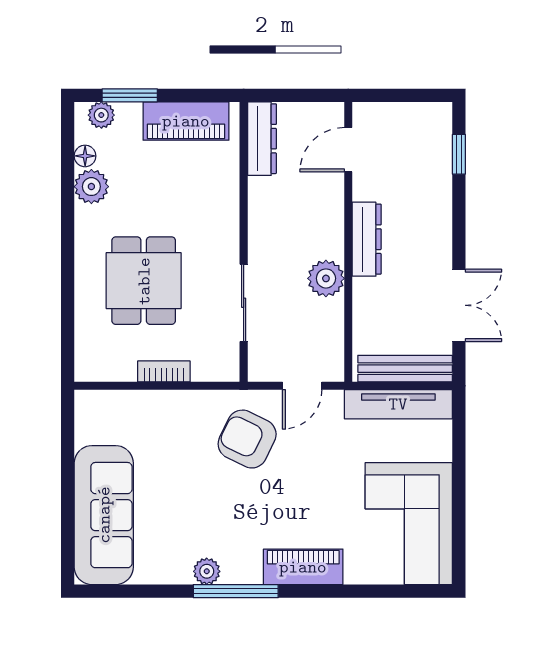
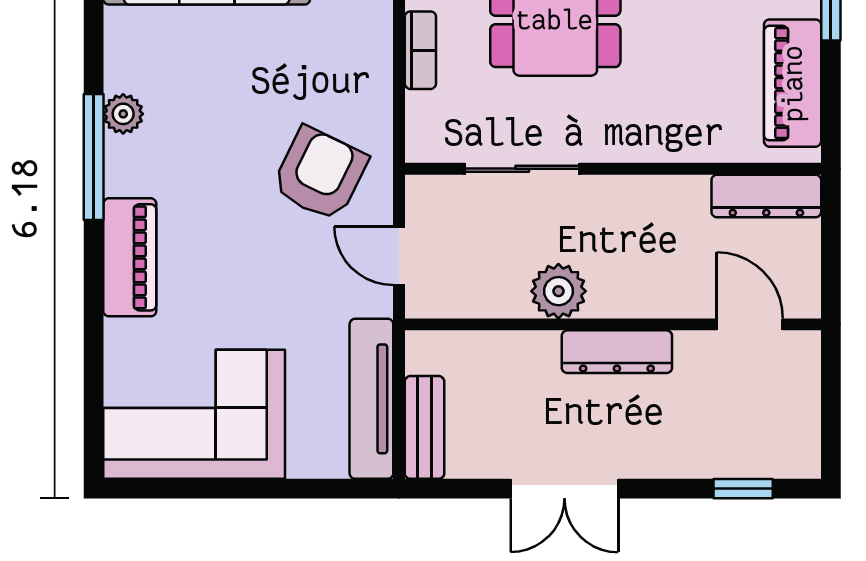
double door: (459, 305) -> (564, 489), moved
bench: (405, 369) -> (425, 427), width x0.73

